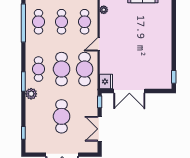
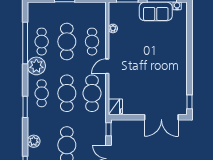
cafe table: (62, 22) -> (67, 42), width x1.37, depth x1.35
plant: (34, 44) -> (36, 66), added
double door: (129, 91) -> (161, 117), moved
plant: (31, 94) -> (34, 141), moved

